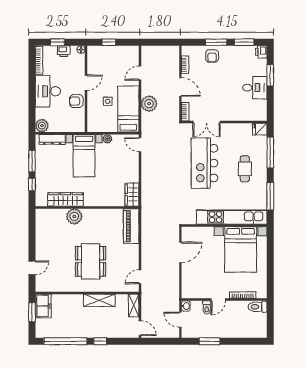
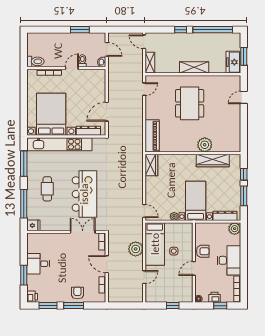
dresser: (200, 232) -> (88, 131), added
shelving: (99, 300) -> (194, 67), moved

